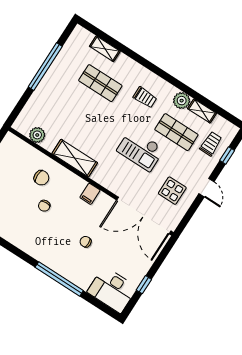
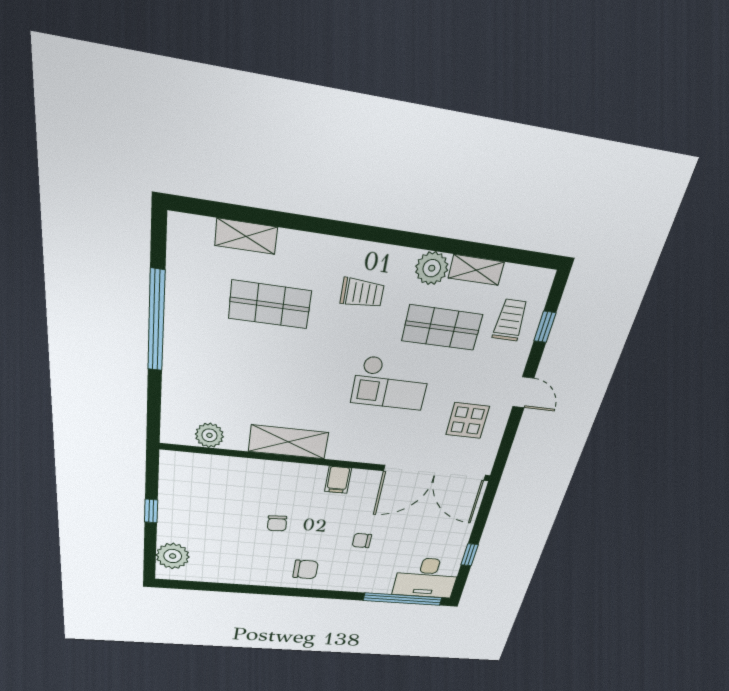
chair: (41, 178) -> (306, 569), moved
window: (59, 279) -> (403, 599), moved

